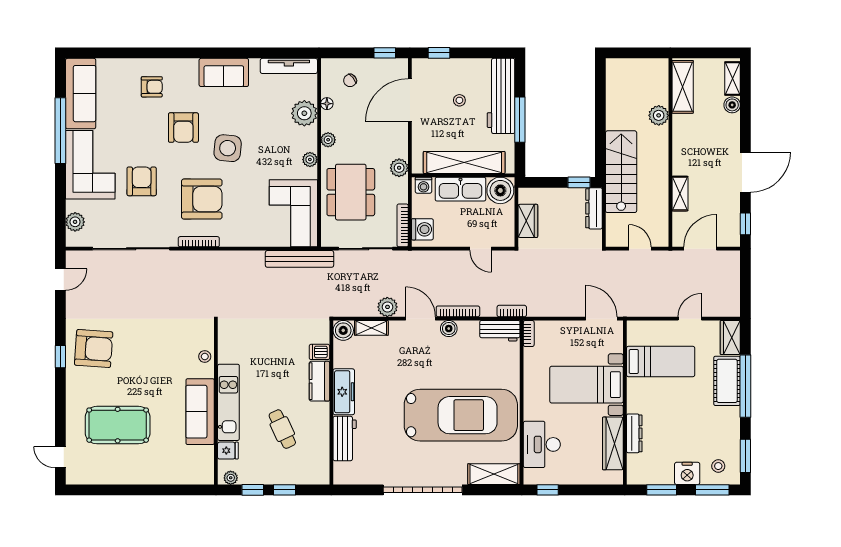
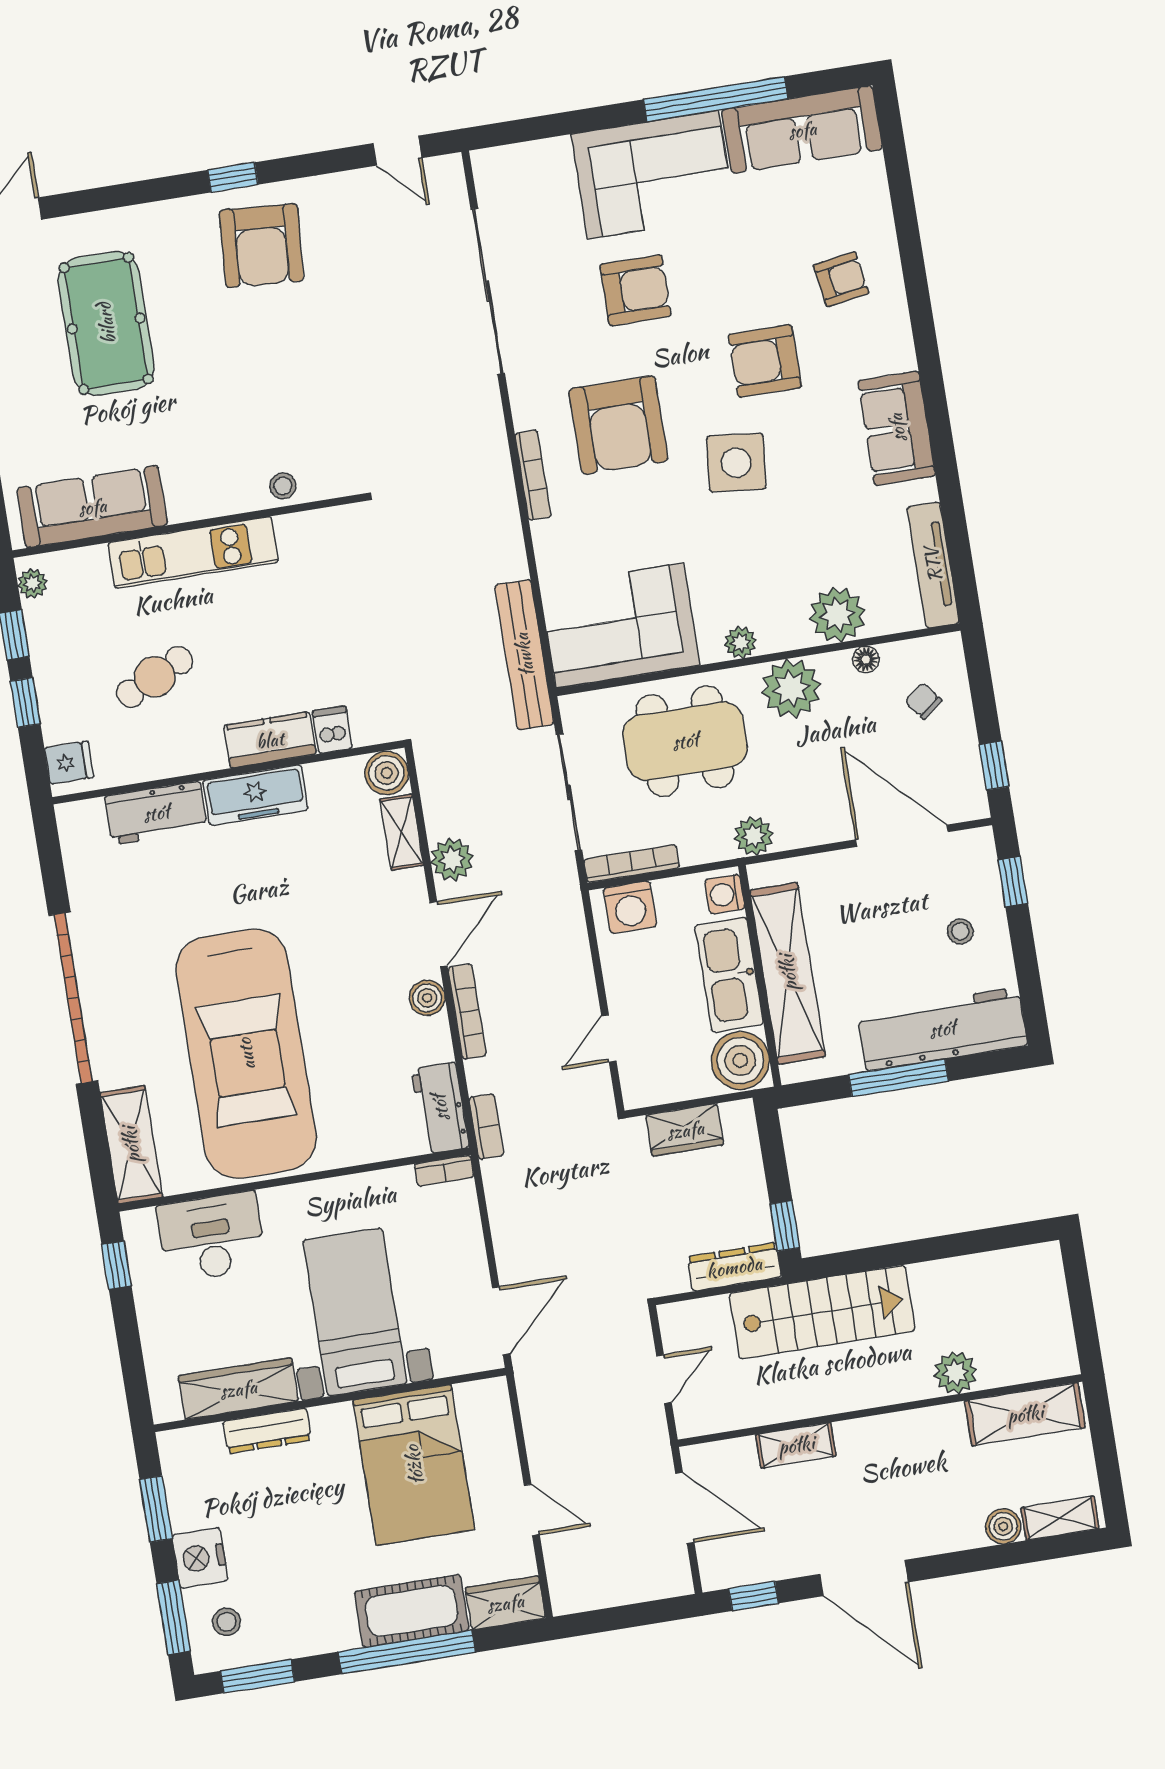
armchair: (152, 87) -> (841, 279), turned -99
stool: (459, 100) -> (960, 931), moved
plant: (328, 140) -> (791, 688), width x1.88, depth x1.88
plant: (75, 222) -> (526, 162), removed
bookcase: (199, 242) -> (533, 475), moved
bed: (661, 361) -> (414, 1465), width x1.50
sofa: (200, 412) -> (92, 507), moved
fridge: (228, 451) -> (69, 763), moved, turned -90

